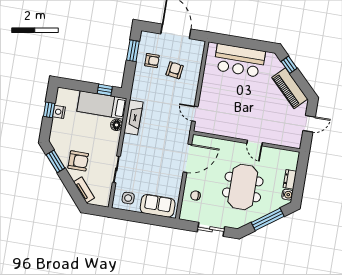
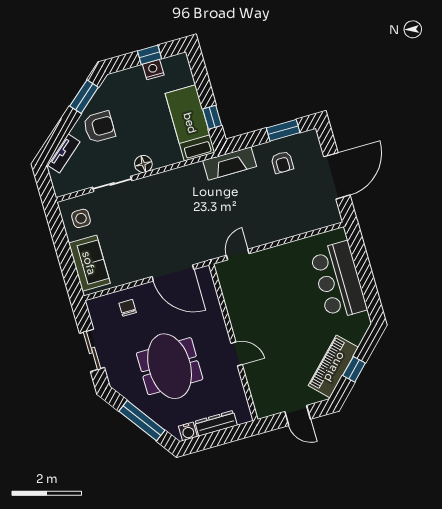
window: (289, 65) -> (354, 369), moved
armchair: (175, 70) -> (284, 199), removed
fireplace: (133, 117) -> (230, 163), moved
floor lamp: (116, 125) -> (143, 164), moved
door: (255, 143) -> (237, 354), swing flipped
armchair: (78, 161) -> (99, 127), turned -90
dresser: (290, 179) -> (216, 423), width x1.44
meeting table: (243, 187) -> (170, 366), turned 90

